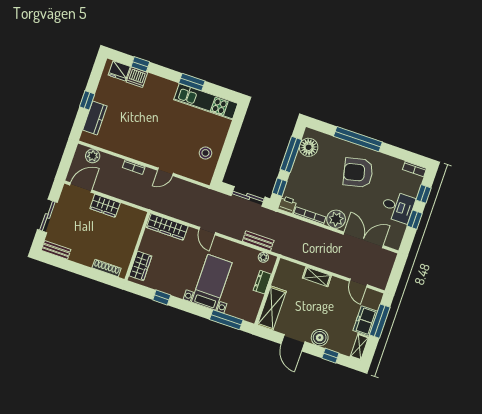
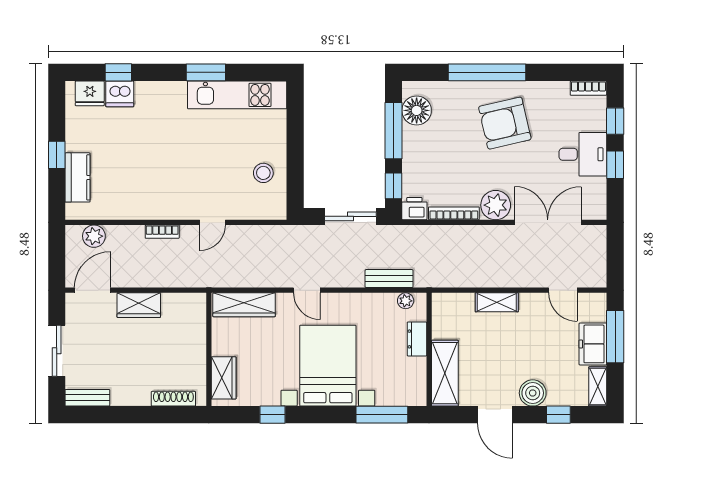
bed with nightstands: (212, 282) -> (328, 366), width x1.36

